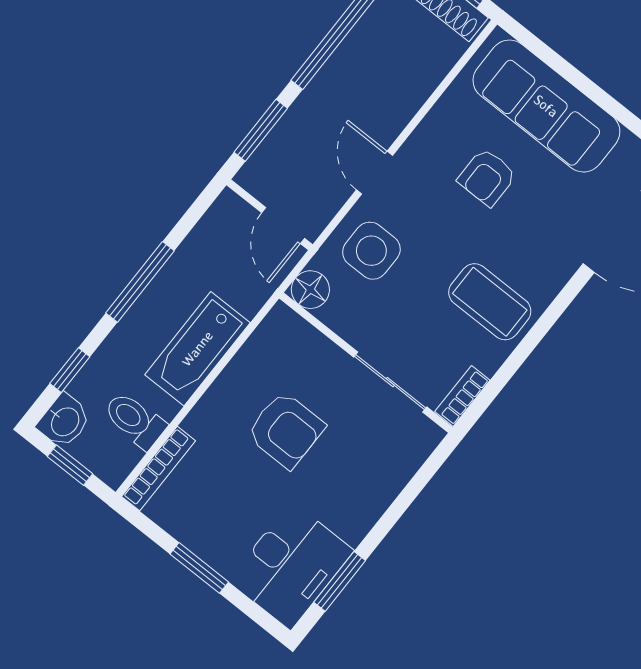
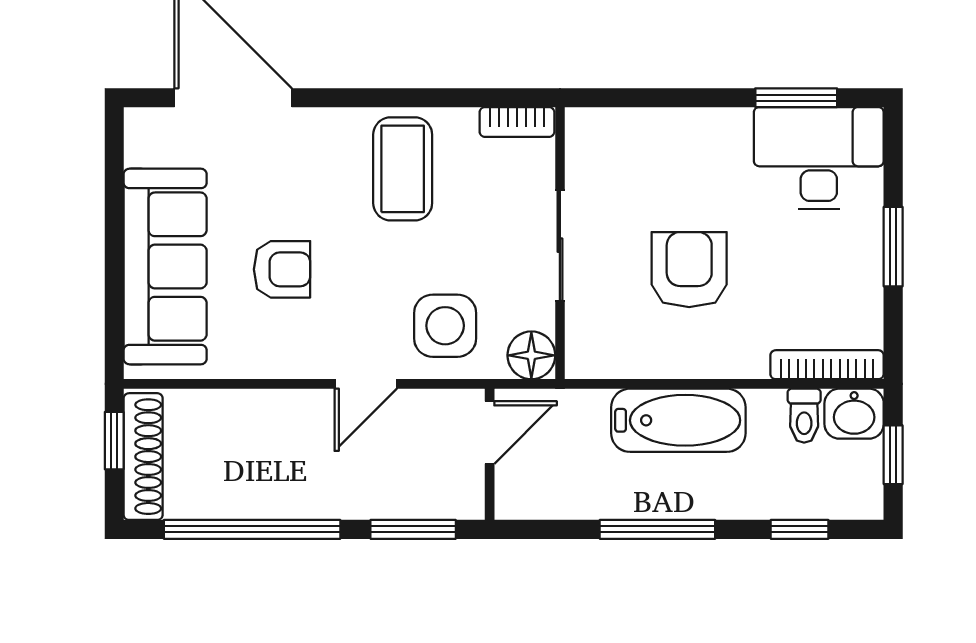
sliding door: (390, 382) -> (560, 245), moved
toilet: (135, 420) -> (804, 416), width x0.73, depth x0.72
washbasin: (64, 421) -> (854, 414), moved, turned 180

